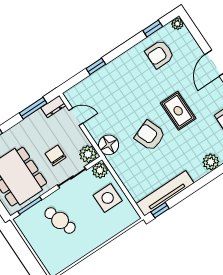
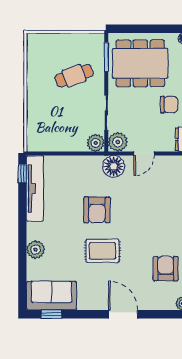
door: (76, 117) -> (144, 153), moved
armchair: (150, 136) -> (97, 210), turned 111
chair: (56, 156) -> (169, 105), moved
side table: (108, 198) -> (66, 133), removed

